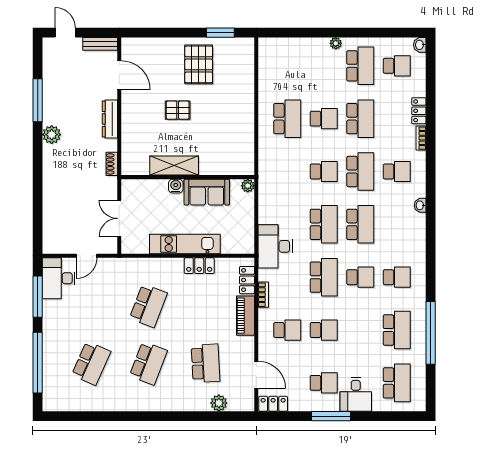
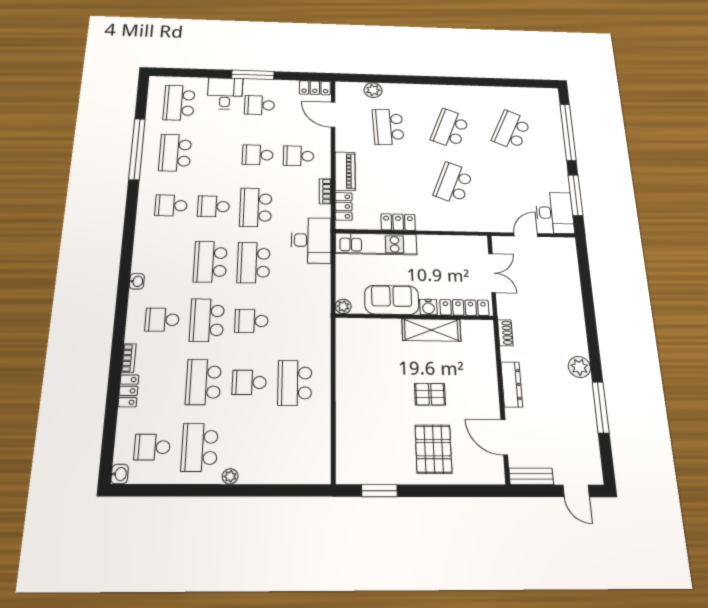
pallet: (199, 64) -> (433, 449), moved
locker: (145, 186) -> (464, 308), added
kitchen unit: (185, 244) -> (376, 244), moved

